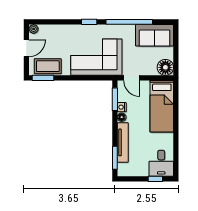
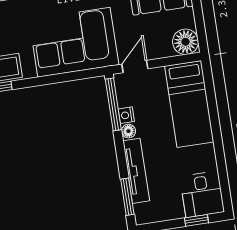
door: (132, 78) -> (135, 67), swing flipped
window: (115, 99) -> (113, 104), width x1.44

